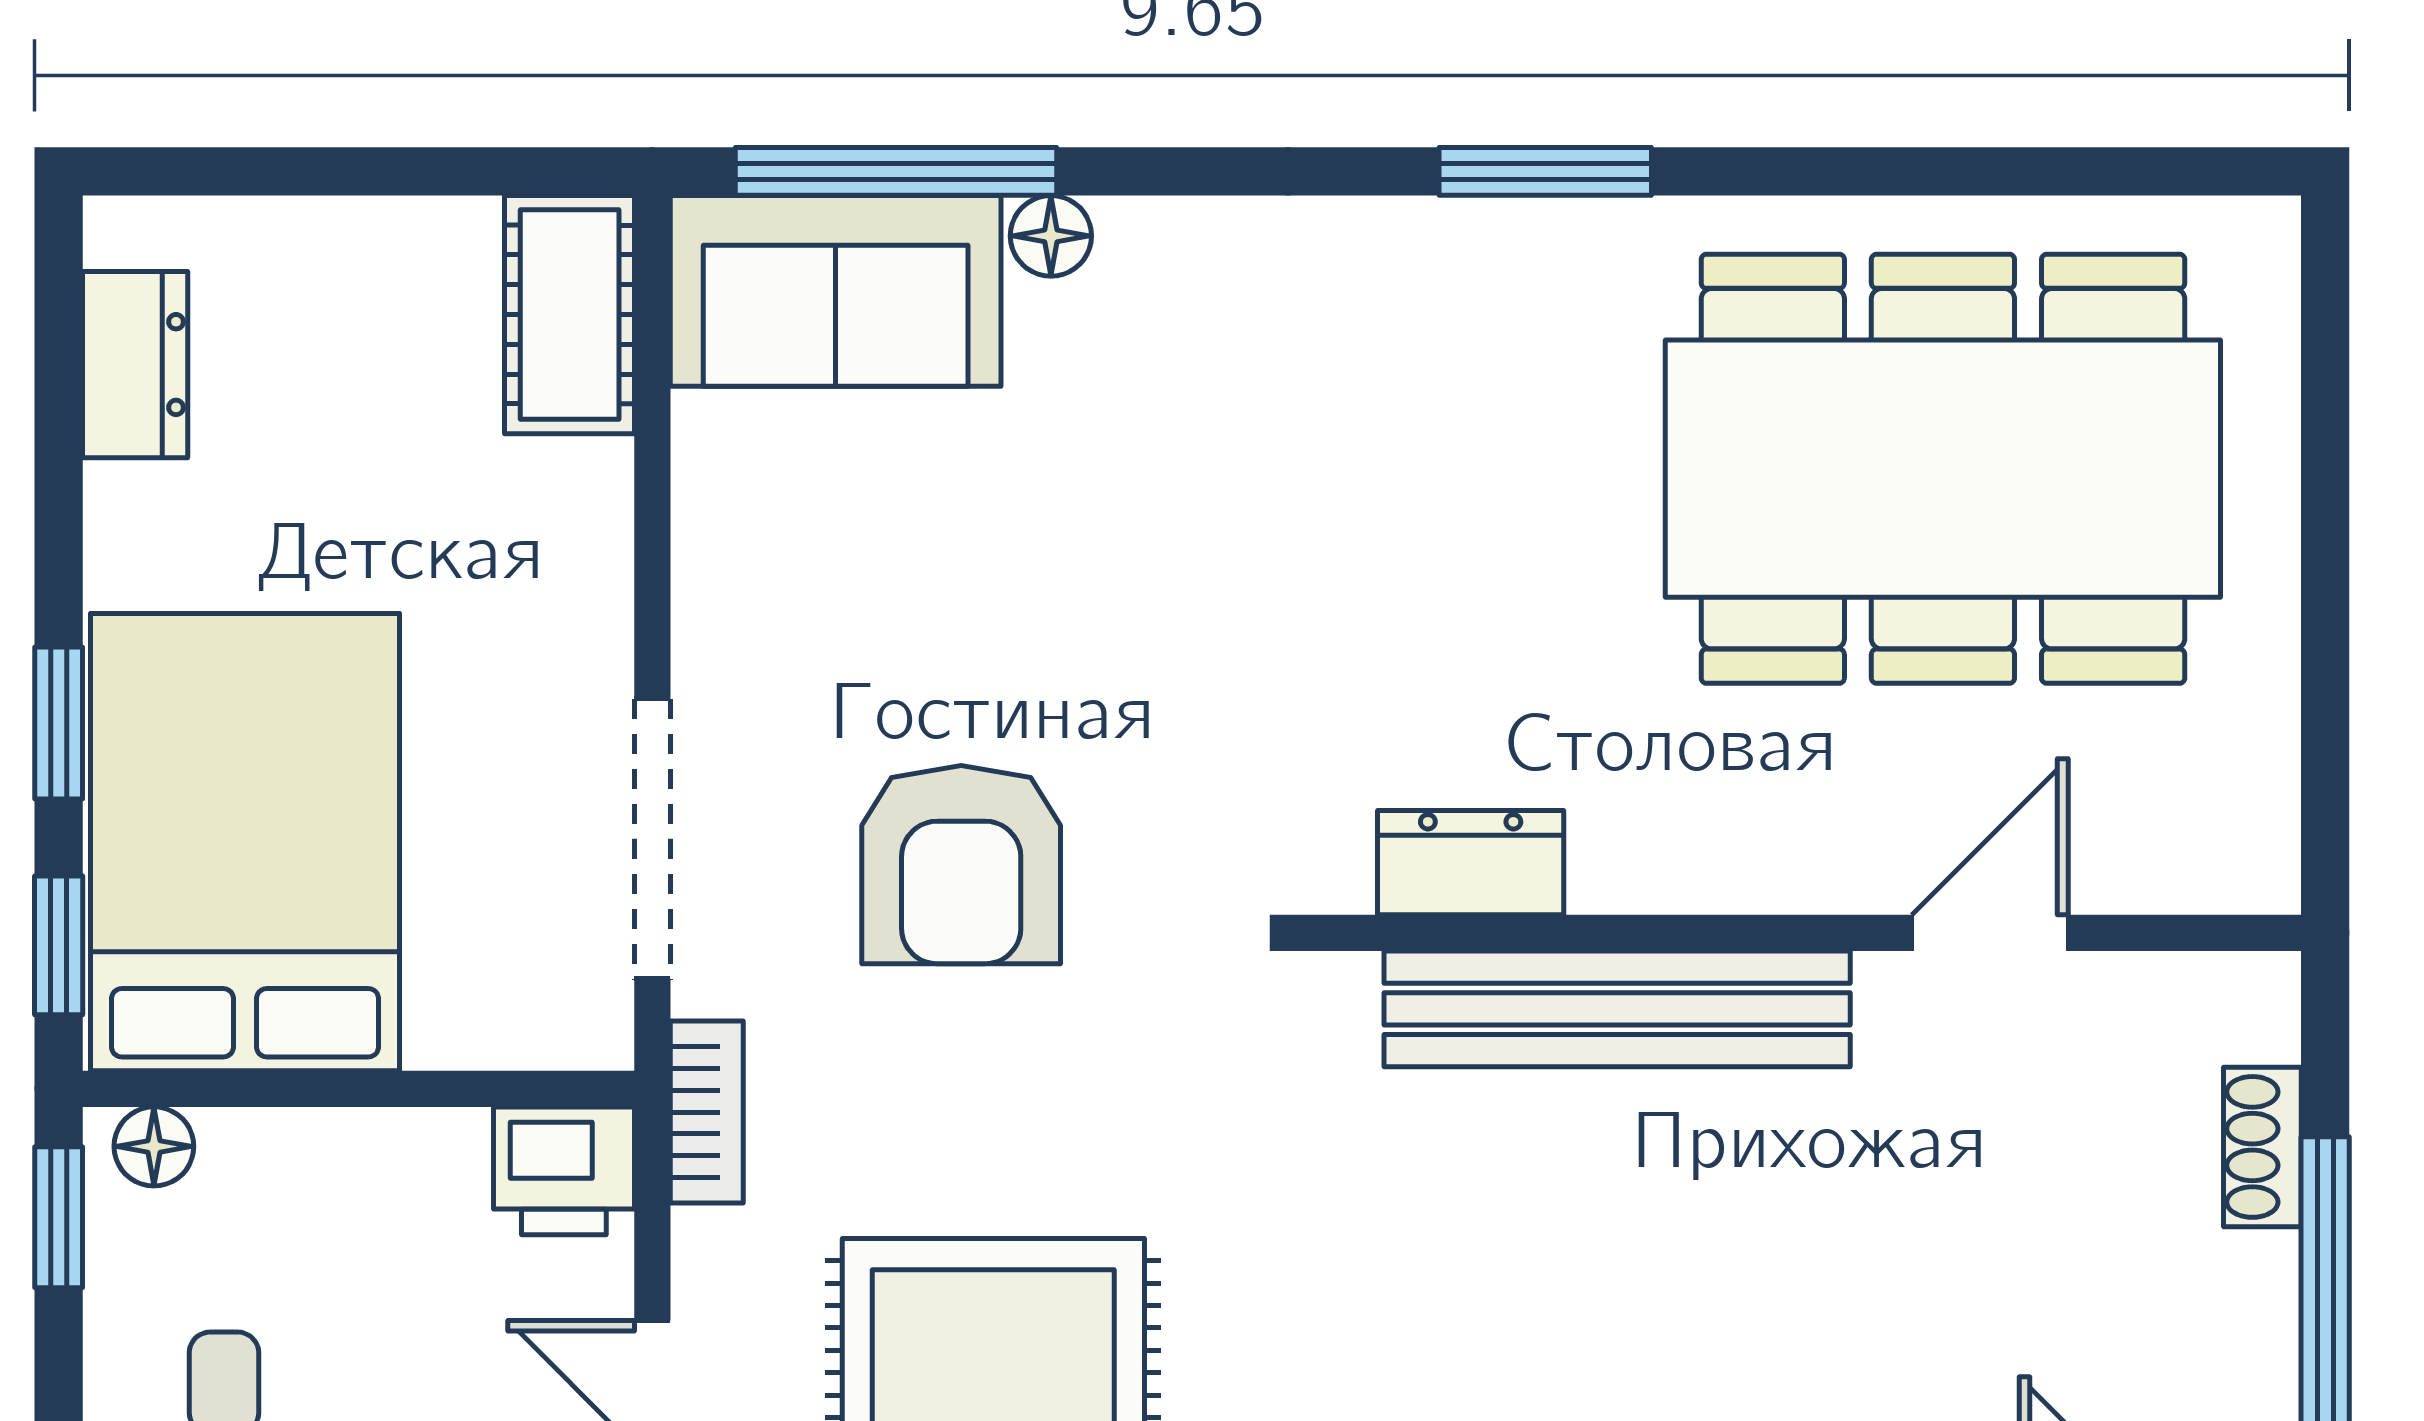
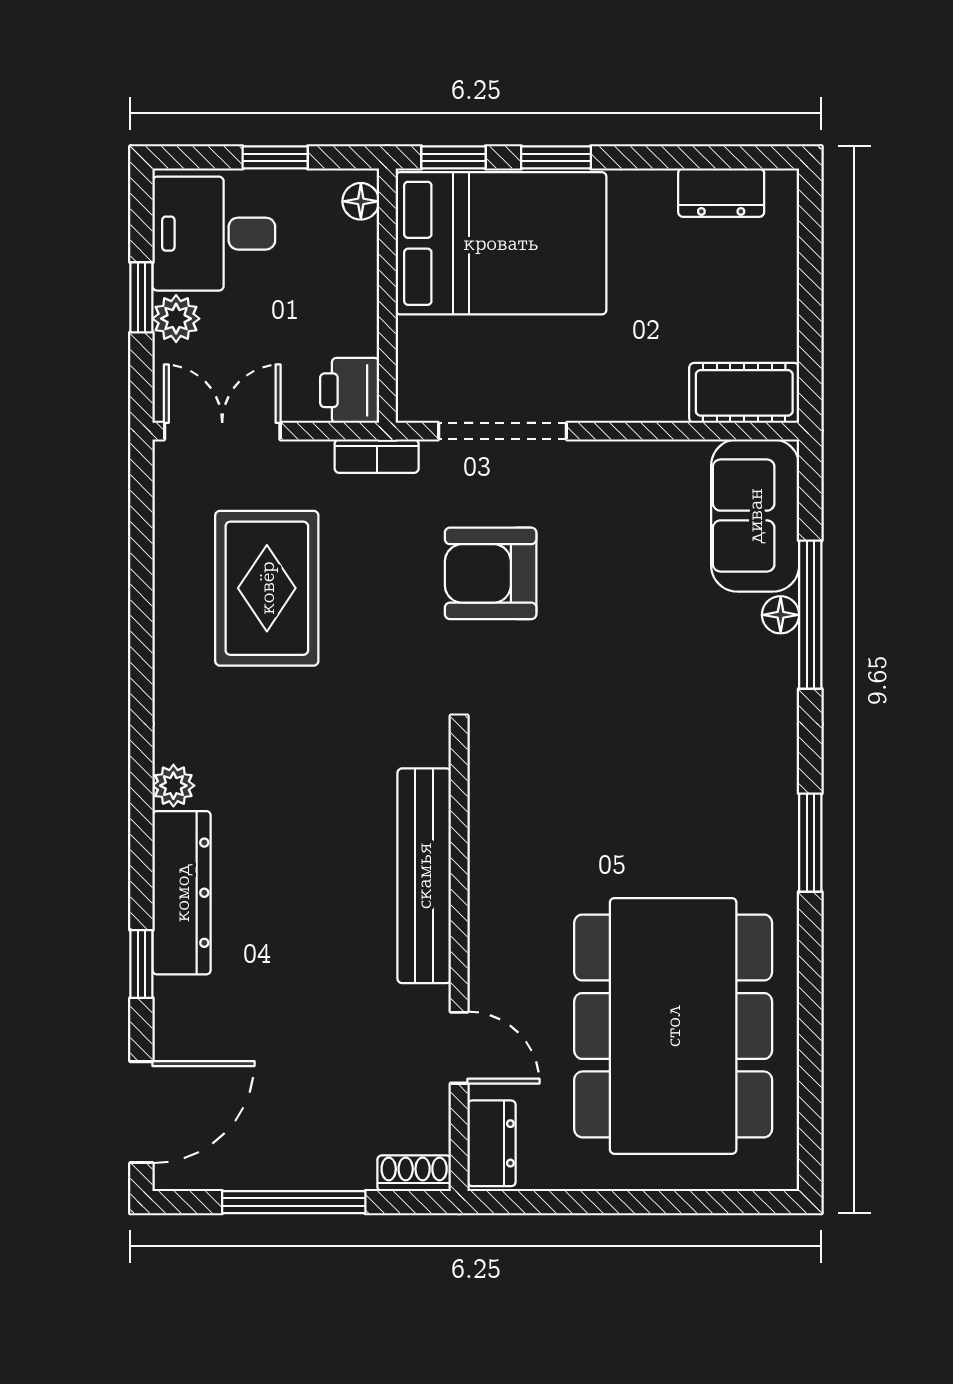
window: (896, 171) -> (810, 615), moved
dresser: (1471, 863) -> (492, 1143), moved
shoe rack: (2262, 1147) -> (414, 1173), moved
window: (59, 1217) -> (275, 157), moved

